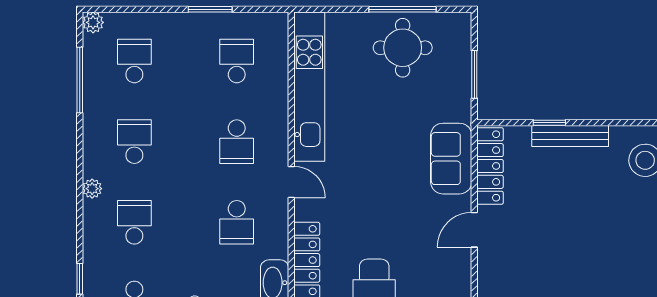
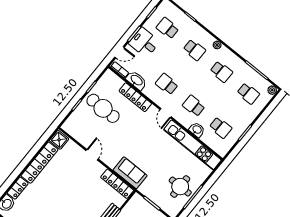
washbasin: (275, 101) -> (197, 130), added
door: (291, 182) -> (166, 113), hinge flipped
door: (474, 230) -> (92, 155), moved

